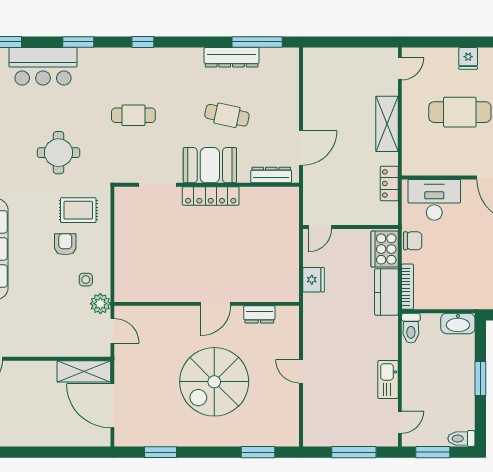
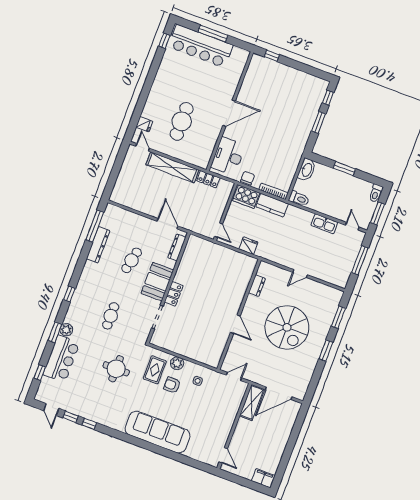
plant: (88, 57) -> (66, 330), added
fridge: (468, 58) -> (144, 124), moved
shelving: (387, 124) -> (172, 167), width x1.47
locker: (211, 196) -> (174, 294), width x0.66
plant: (100, 304) -> (177, 363), moved
door: (216, 304) -> (235, 324), moved
window: (160, 452) -> (326, 351), moved

